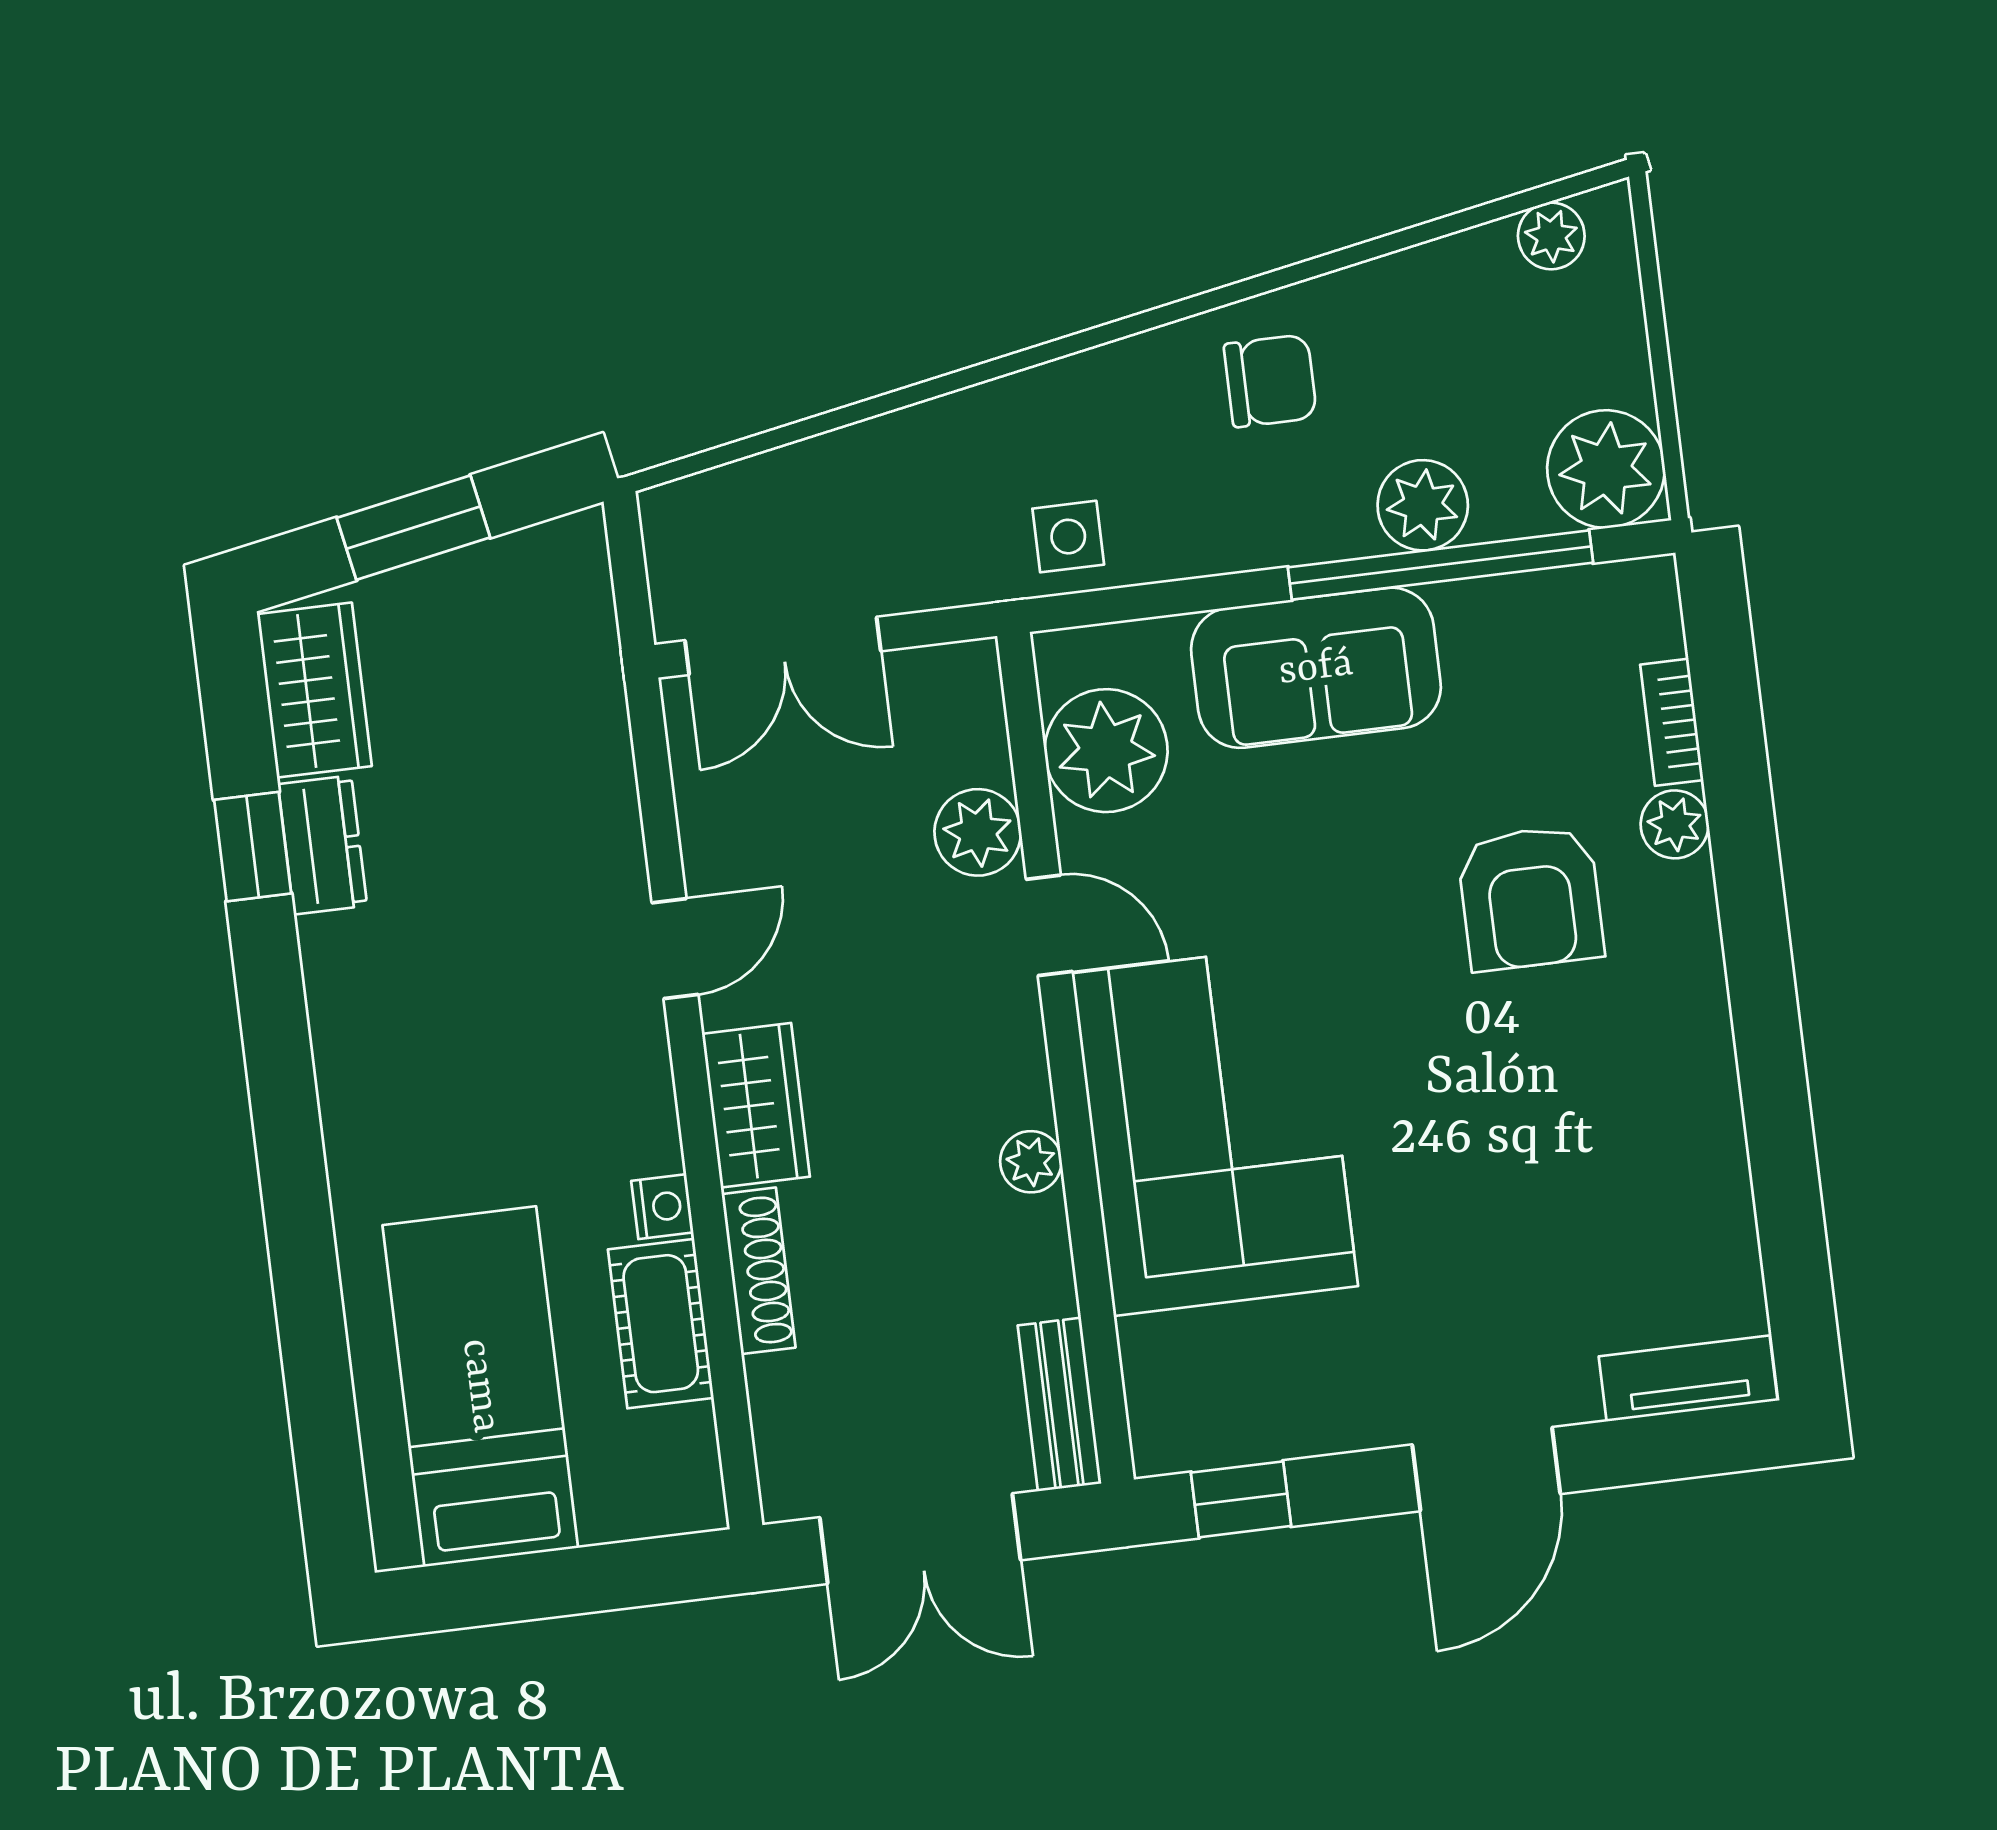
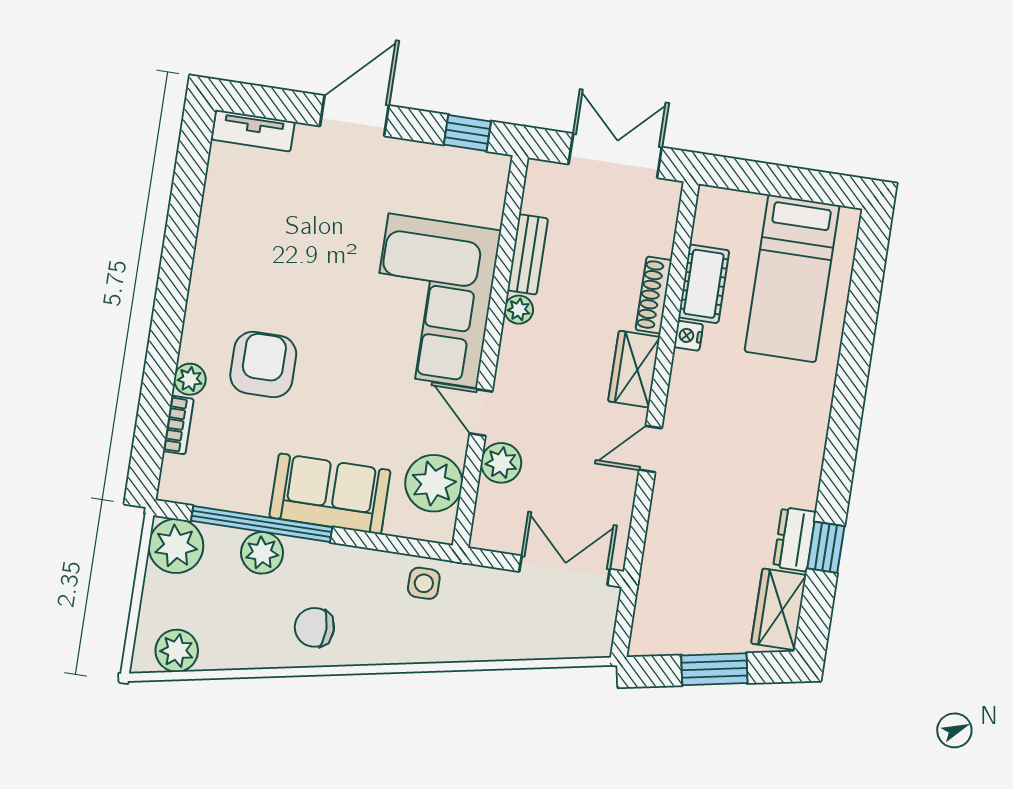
plant: (1551, 236) -> (177, 651), width x1.38, depth x1.38
bench: (1059, 1405) -> (528, 254), moved

